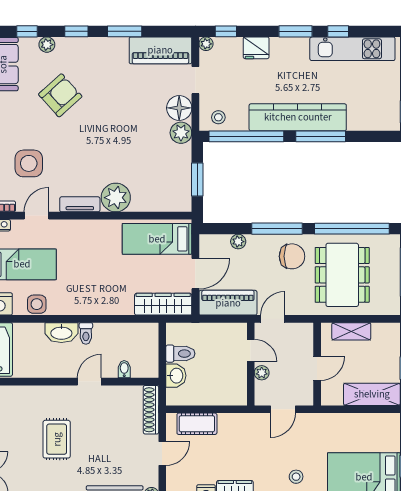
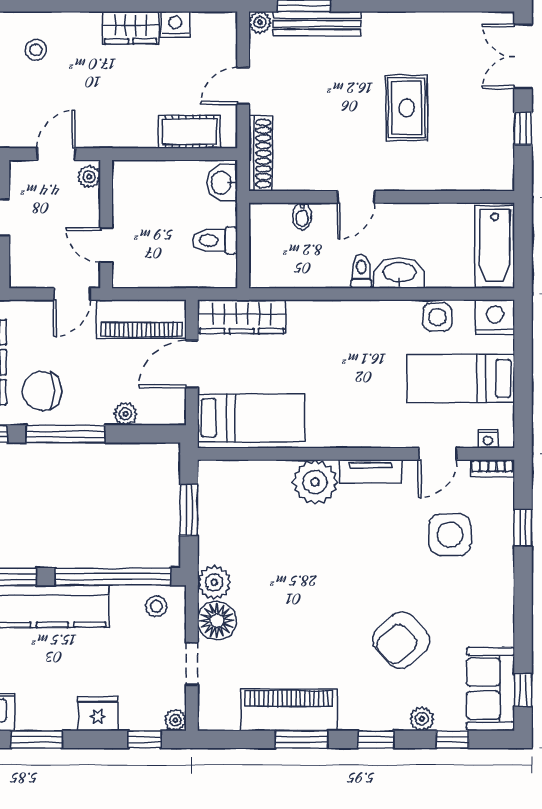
piano: (160, 50) -> (289, 710), moved
plant: (262, 373) -> (89, 177), moved
washbasin: (176, 376) -> (222, 183), moved

